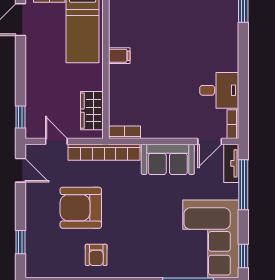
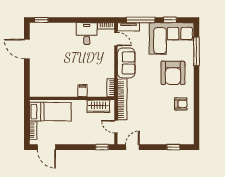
filing cabinet: (119, 56) -> (82, 91), moved
door: (56, 141) -> (116, 127), hinge flipped
armchair: (81, 208) -> (173, 73), moved
window: (243, 256) -> (170, 20), moved

